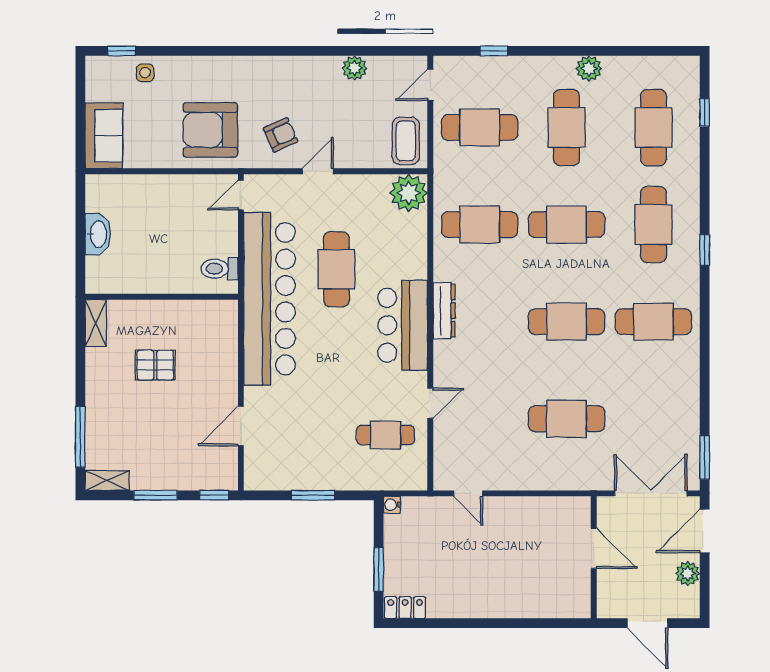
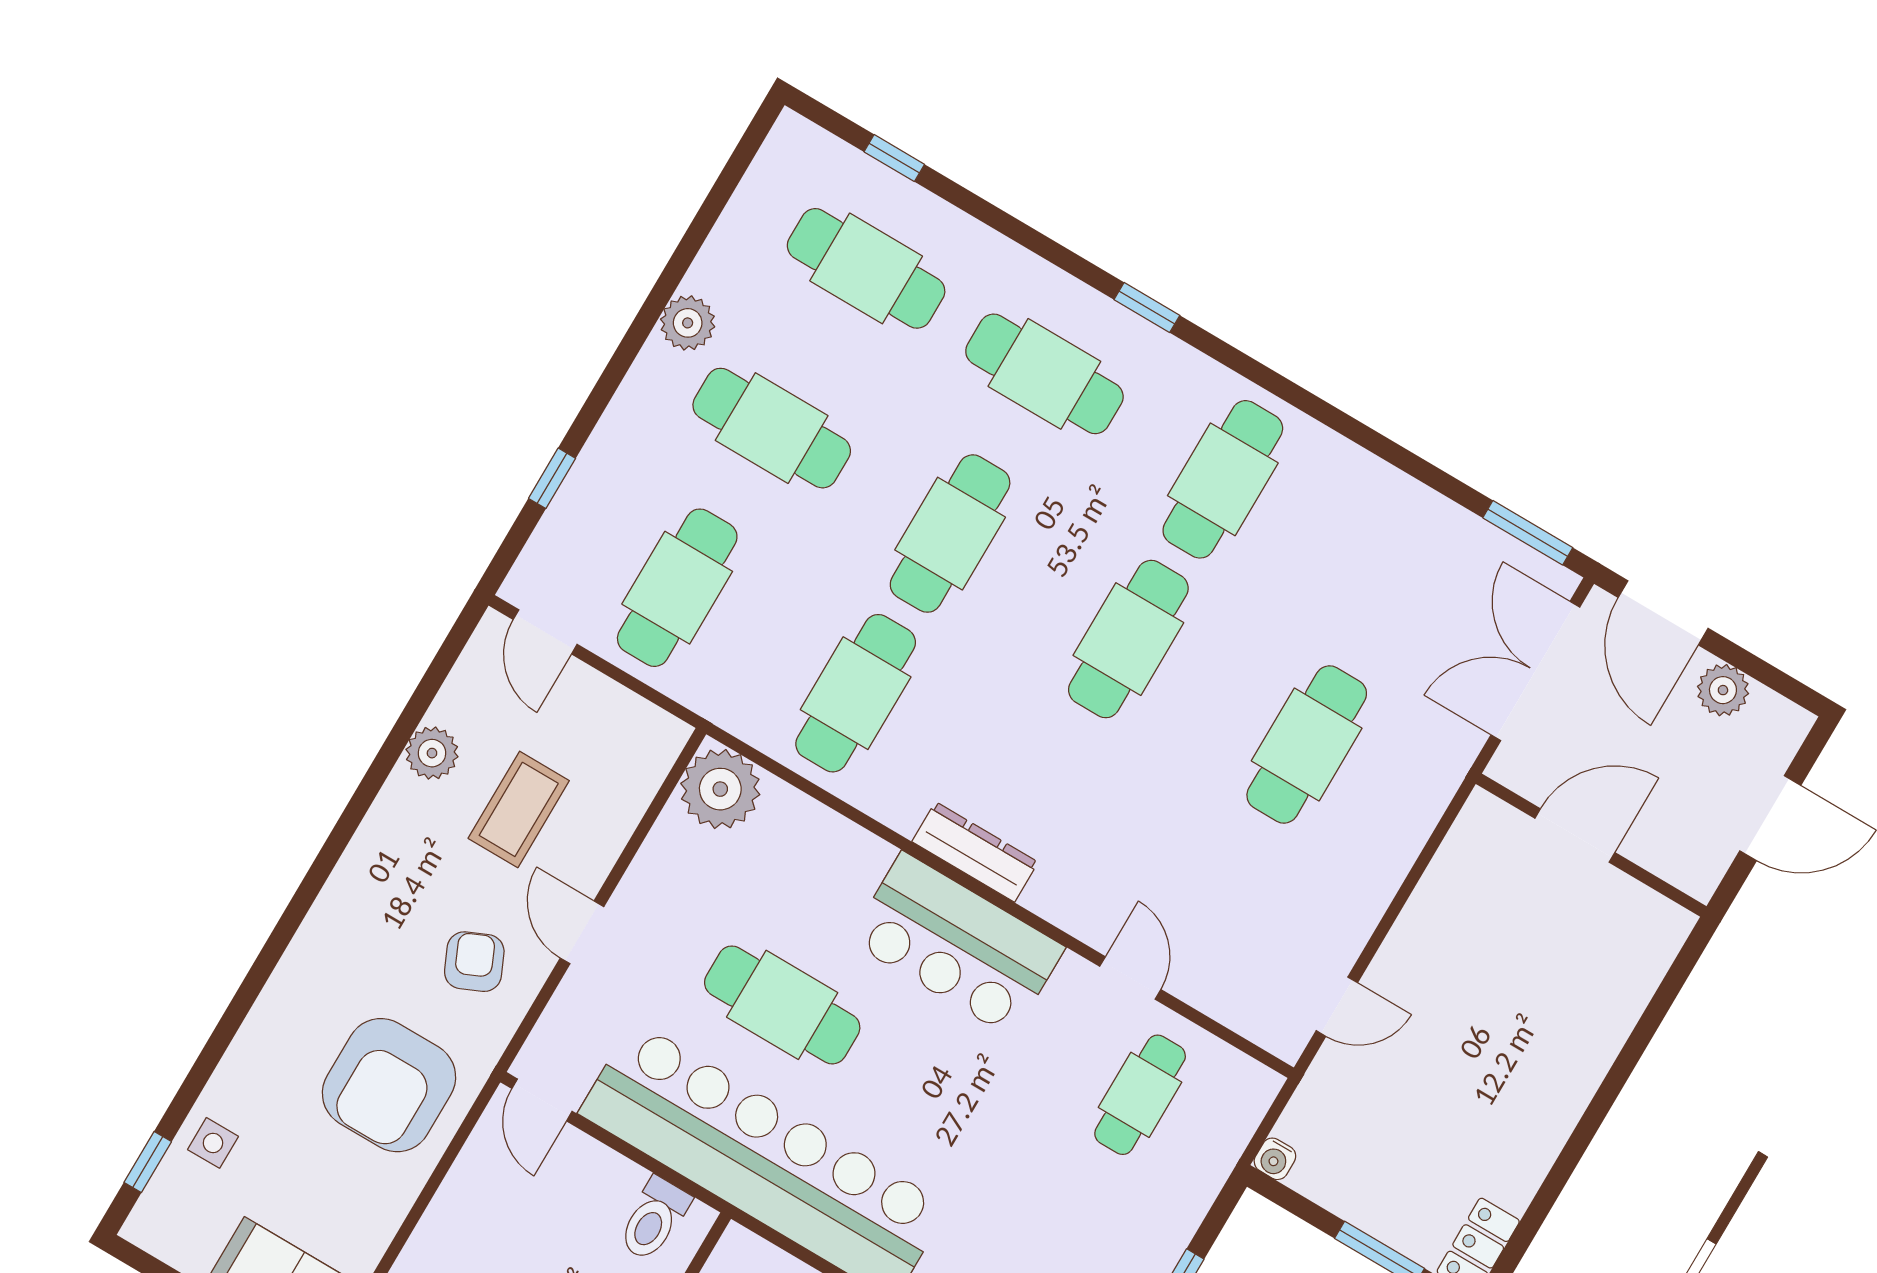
coffee table: (406, 141) -> (519, 809), moved, turned 90

